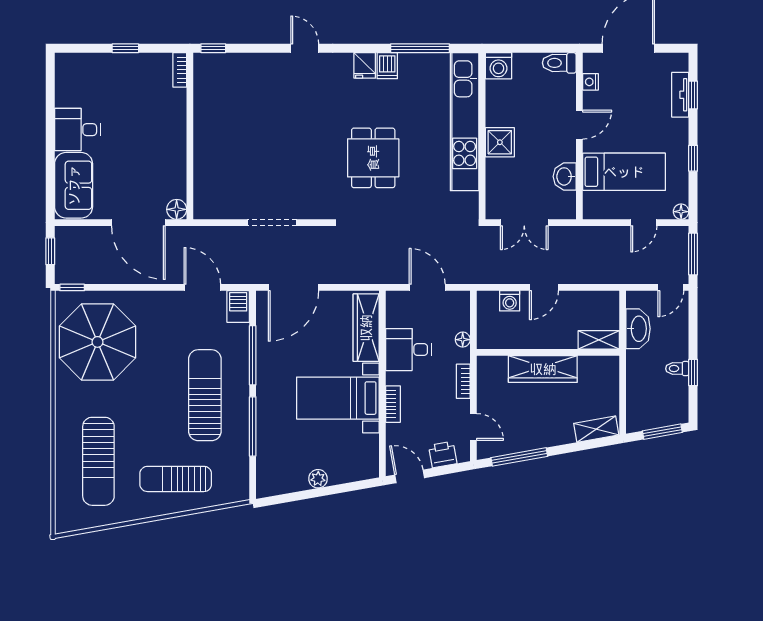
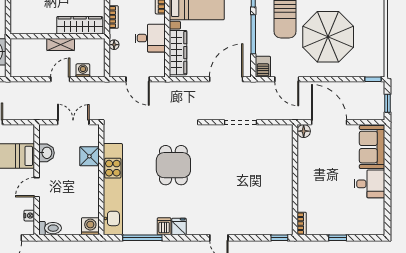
shower: (500, 142) -> (89, 156), moved
shelving: (599, 340) -> (61, 45), moved
parasol: (98, 342) -> (328, 37), moved
wardrobe: (543, 369) -> (80, 25), moved

